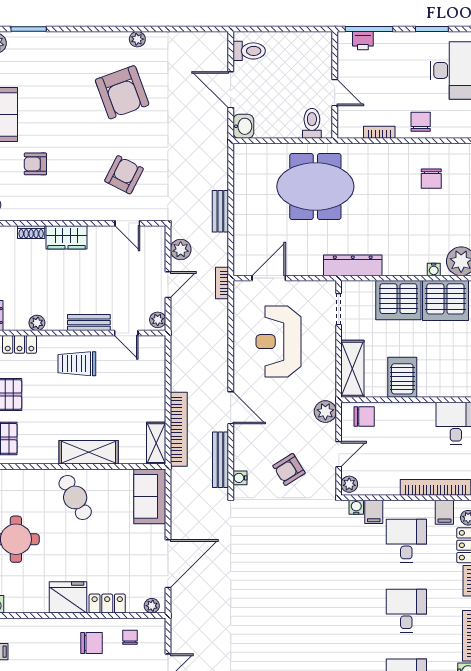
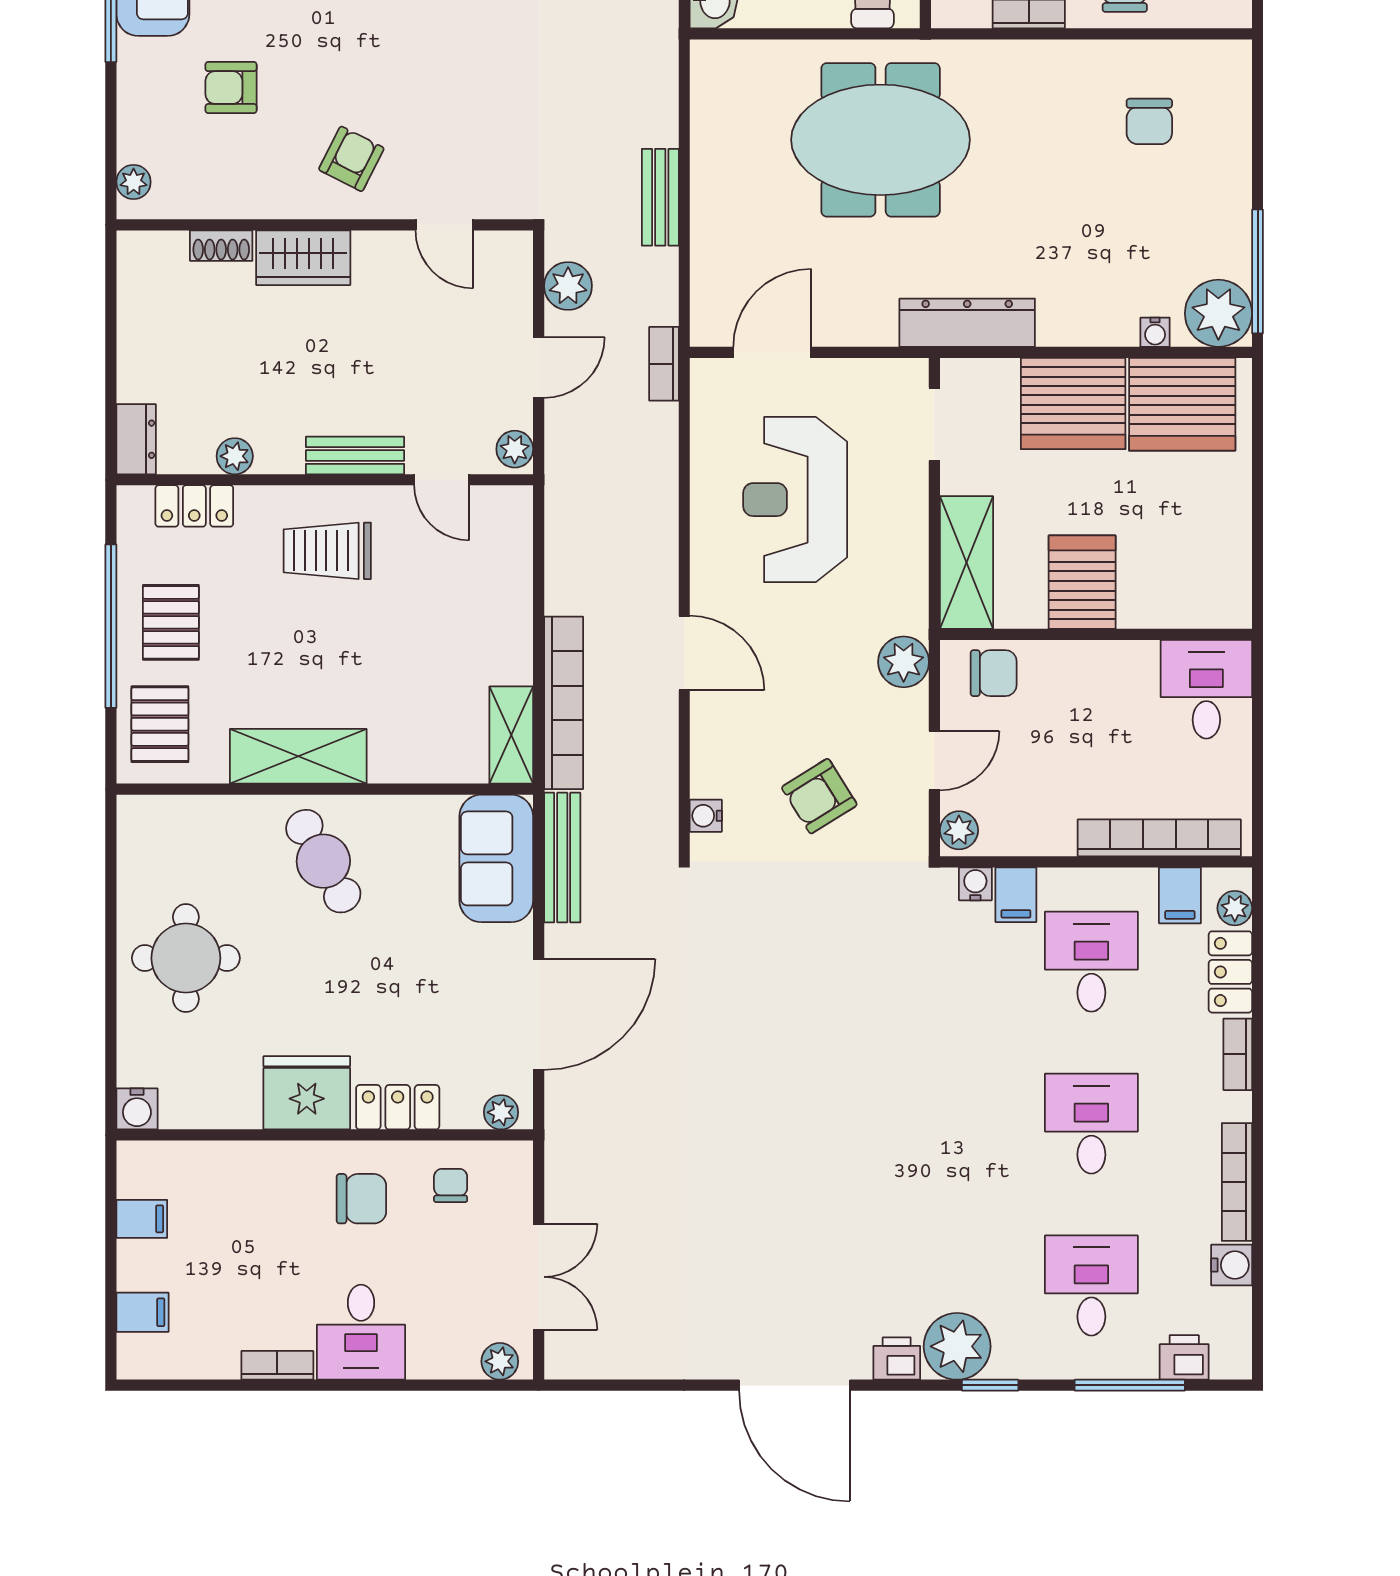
armchair: (124, 175) -> (351, 159), moved, width x0.72, depth x0.72
shelving: (89, 452) -> (298, 756), moved
bench: (221, 460) -> (562, 858), moved

